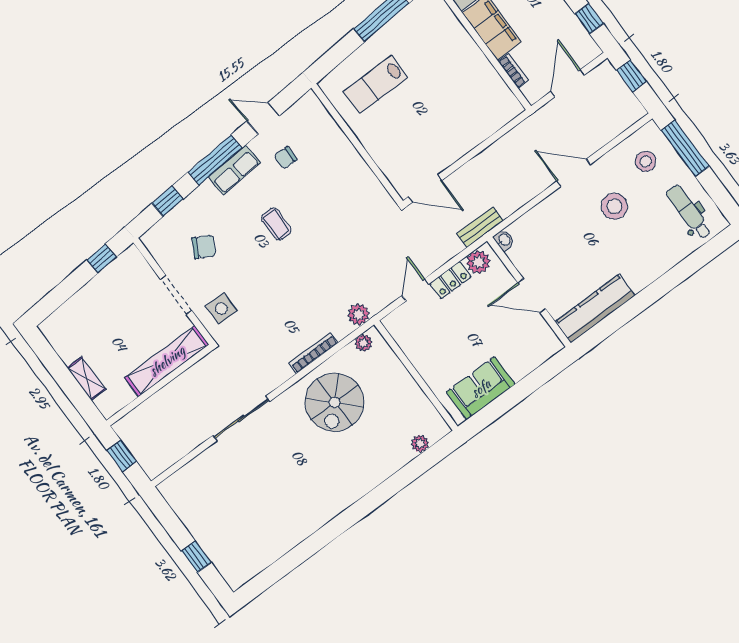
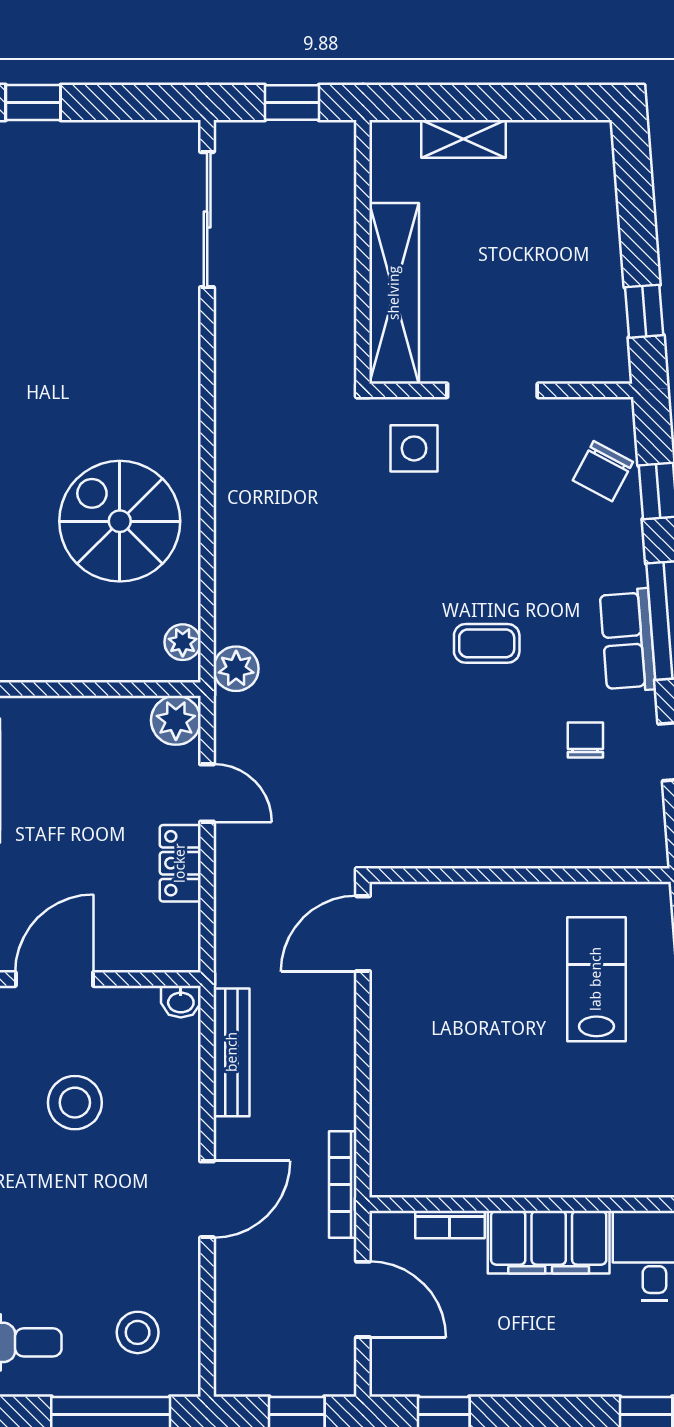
stool: (614, 206) -> (75, 1103), moved
bench: (480, 227) -> (232, 1052), moved, width x1.36
chair: (204, 247) -> (603, 471), moved
plant: (478, 262) -> (176, 720), moved
bookcase: (313, 353) -> (343, 1184), moved, turned 180
sliding door: (241, 419) -> (207, 220), moved

